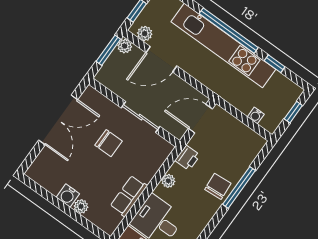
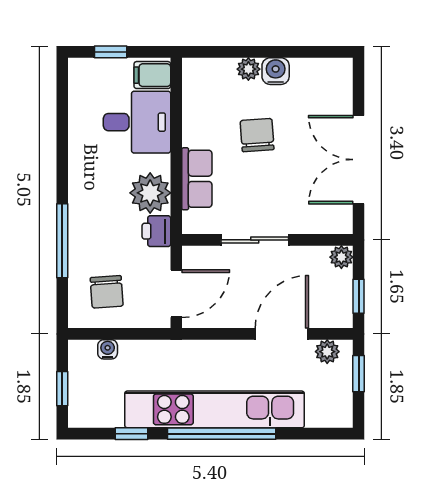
plant: (125, 46) -> (341, 257), moved
window: (108, 50) -> (359, 296), width x0.67
chair: (109, 143) -> (257, 135), moved, turned 86
plant: (168, 181) -> (150, 193), width x1.88, depth x1.88
chair: (218, 186) -> (107, 292), moved
row of seats: (129, 196) -> (197, 179), moved

